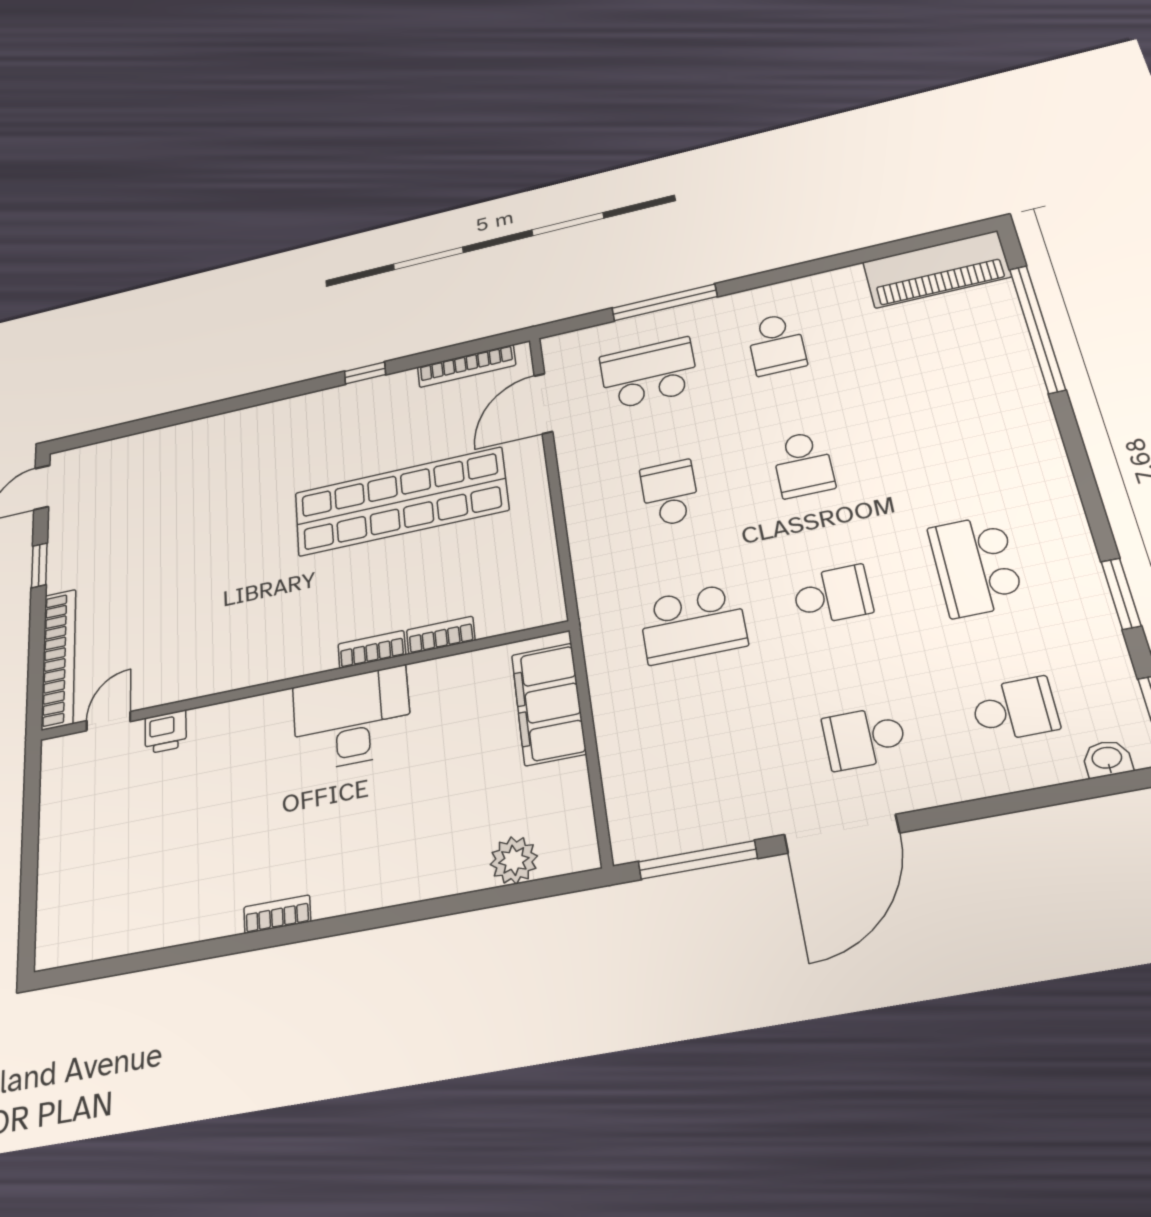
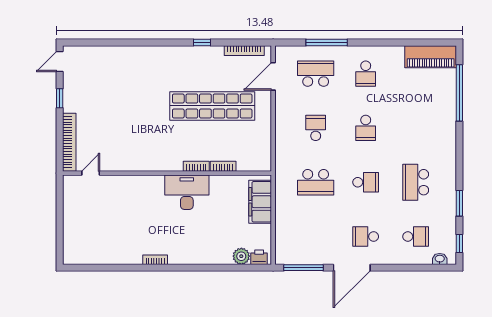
printer: (166, 732) -> (259, 257), moved, turned 180

